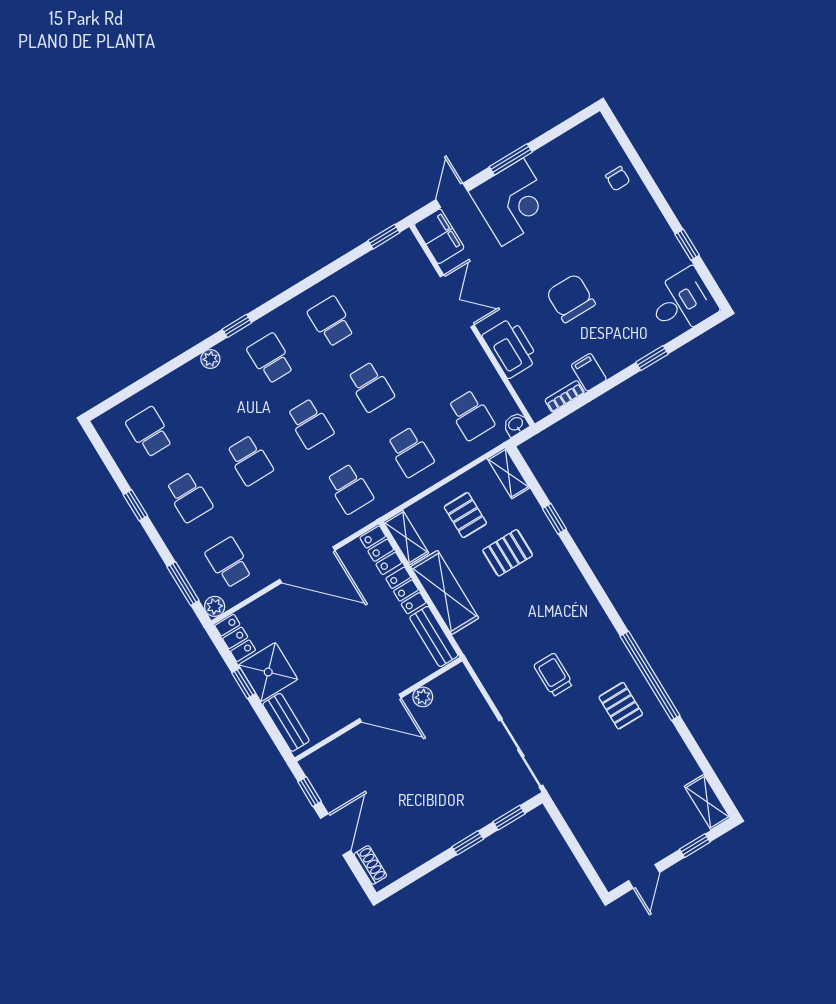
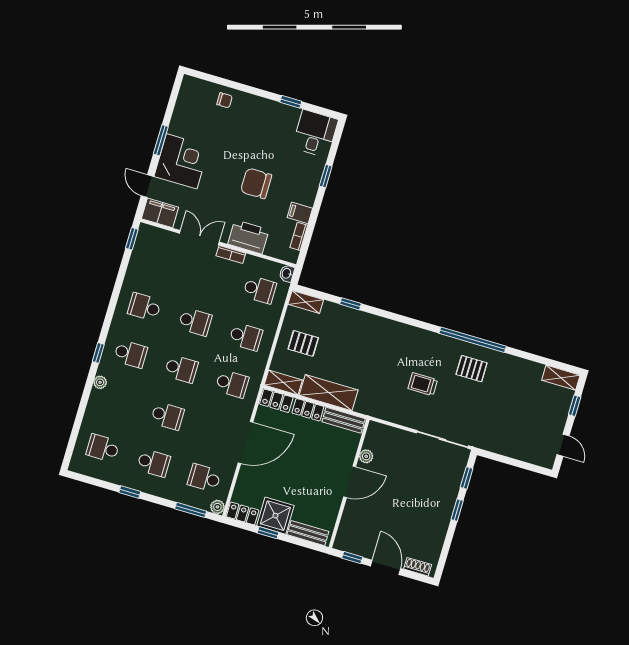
bookcase: (474, 350) -> (231, 254), added
school desk: (271, 358) -> (131, 354), turned 180
pallet: (508, 553) -> (342, 343), removed

